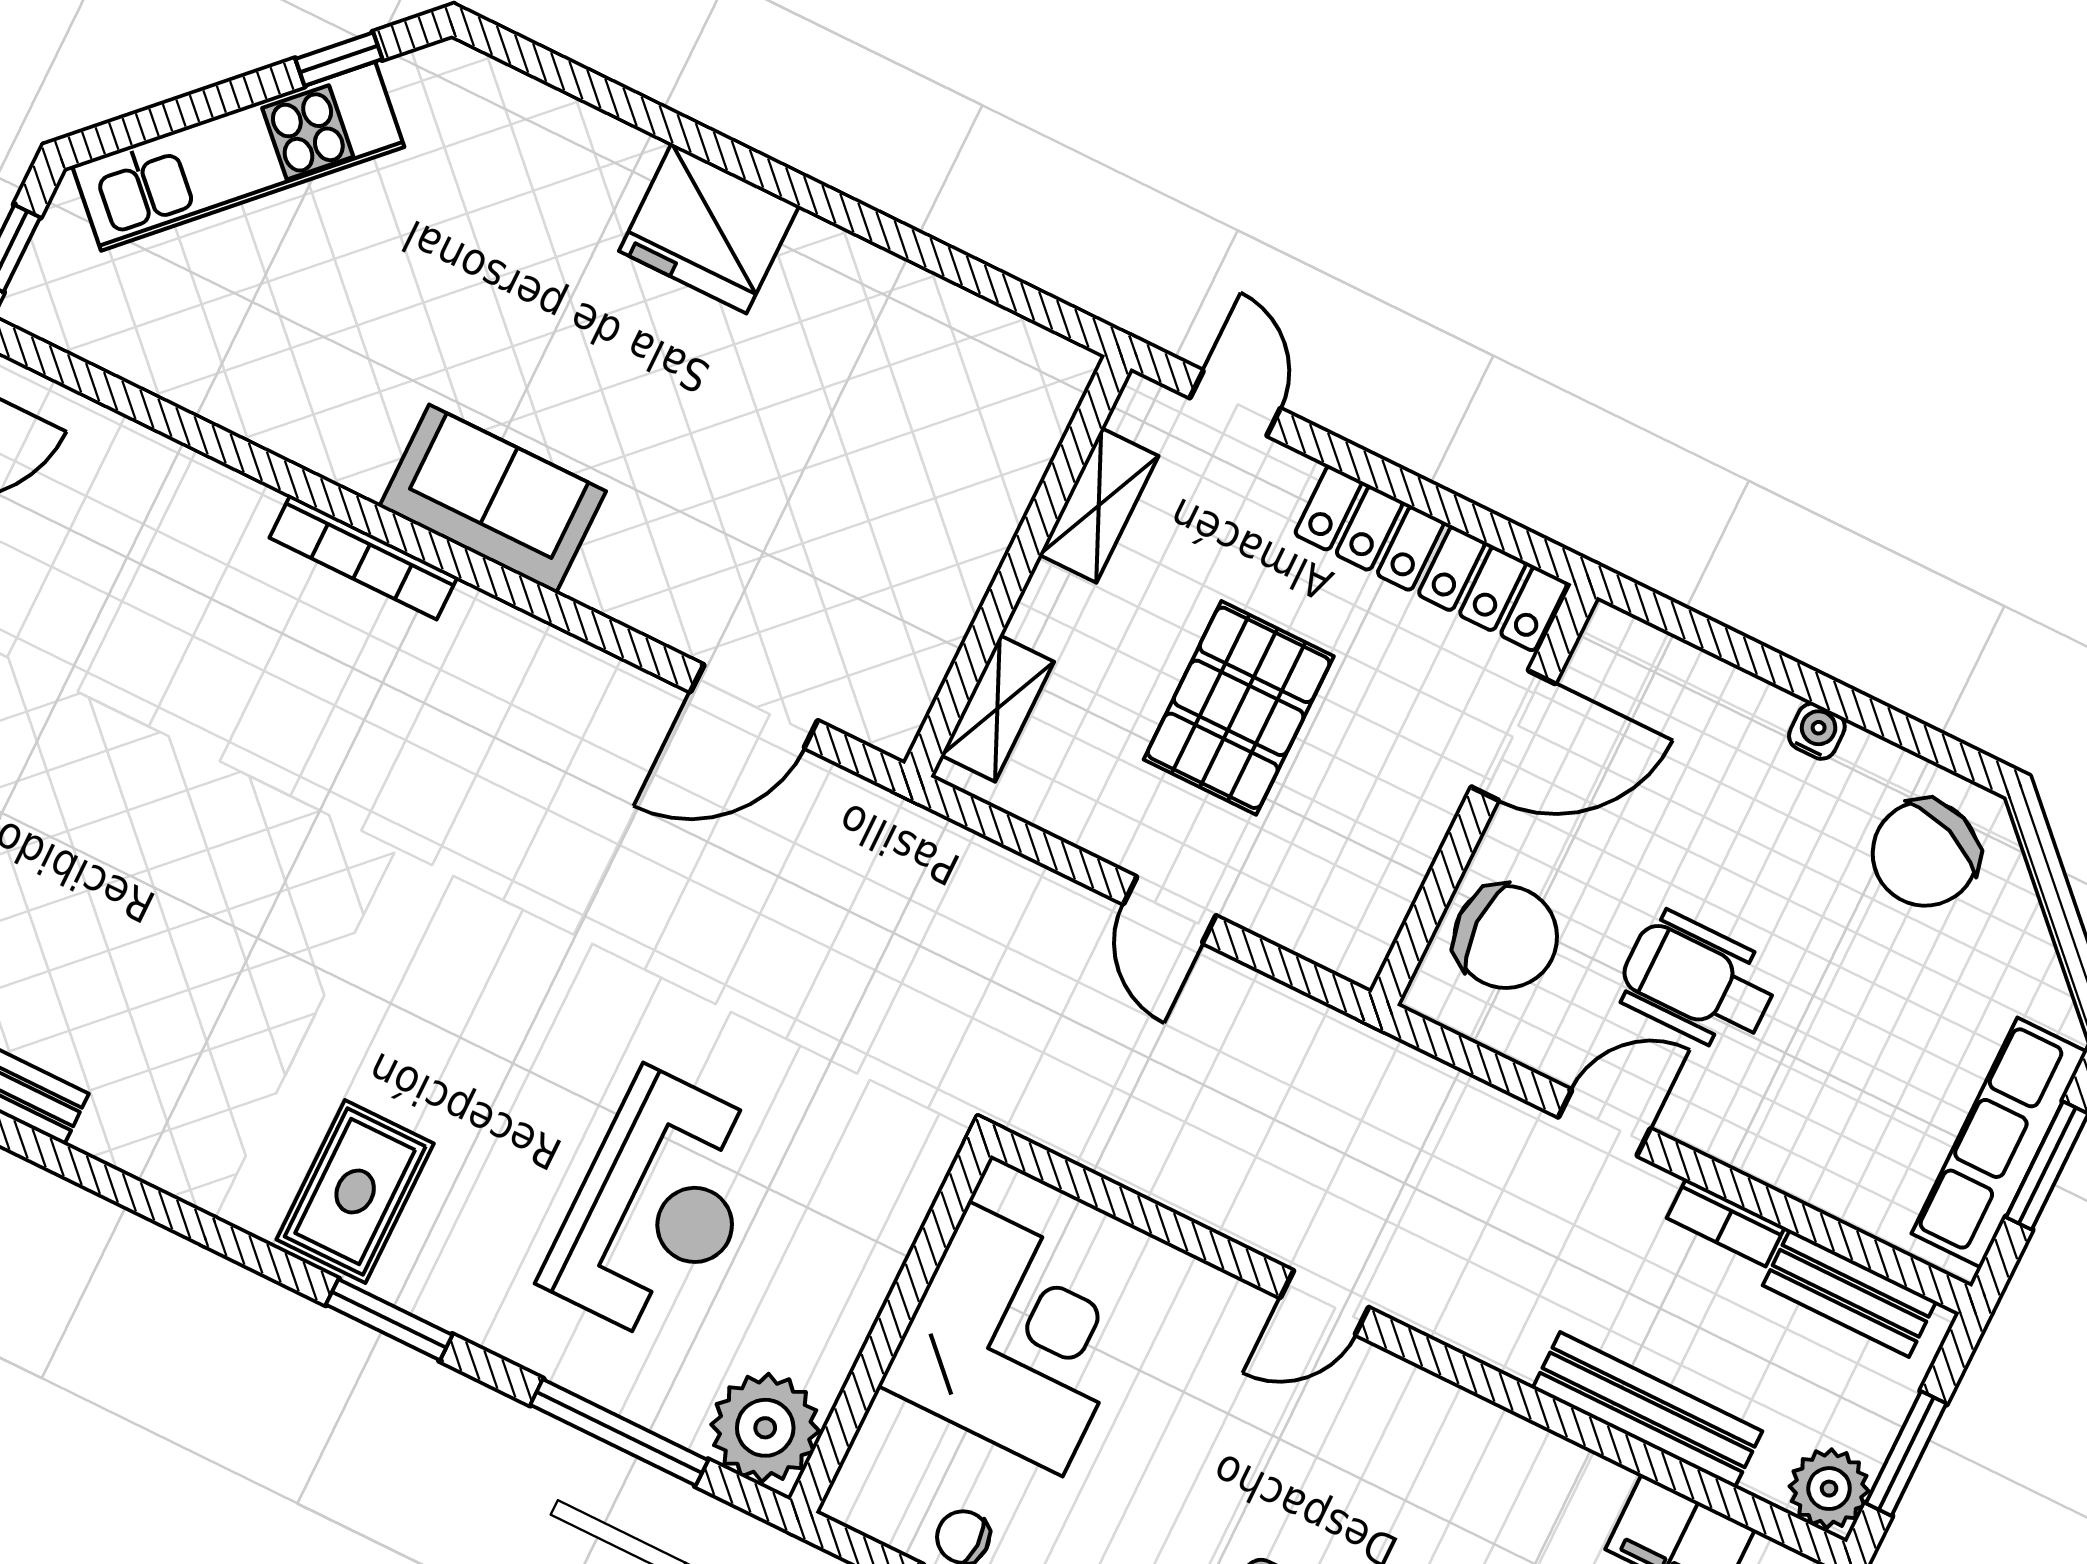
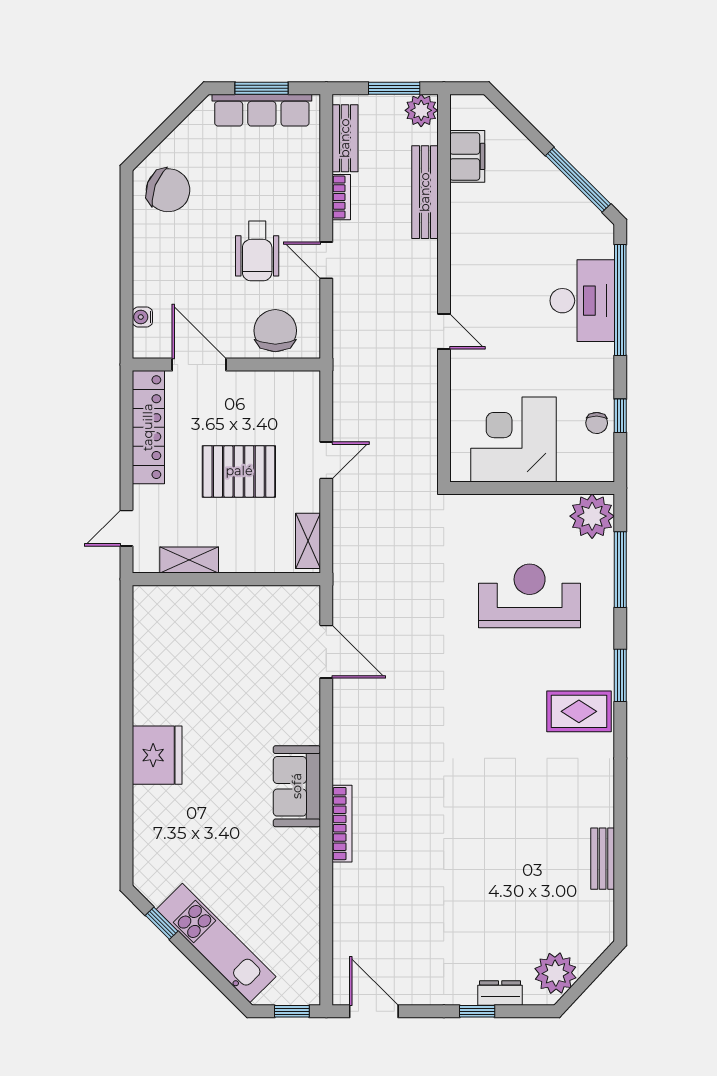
shelving: (998, 709) -> (308, 541), moved, turned 90
water cooler: (1817, 731) -> (142, 317), moved

